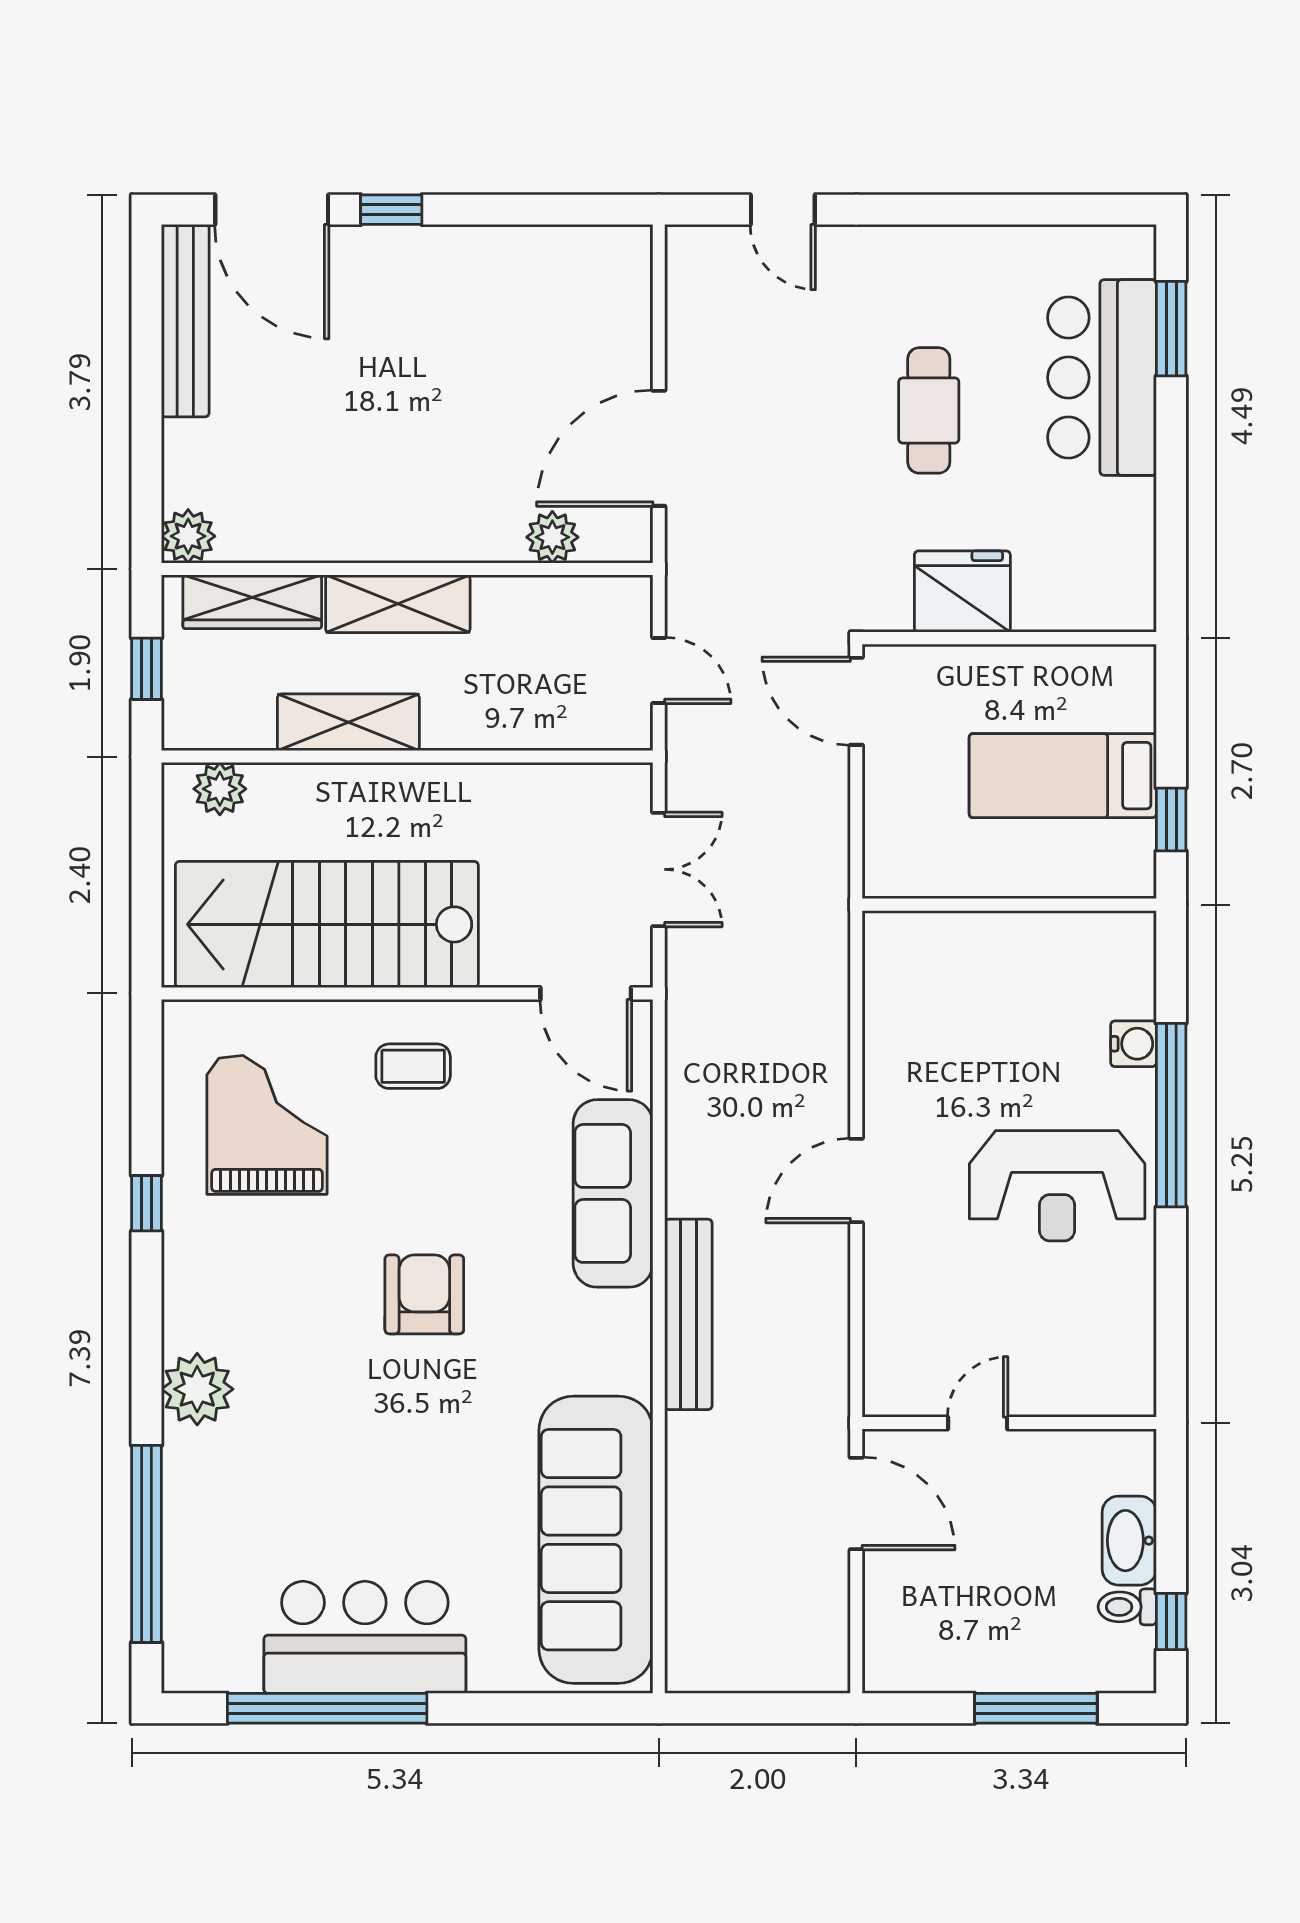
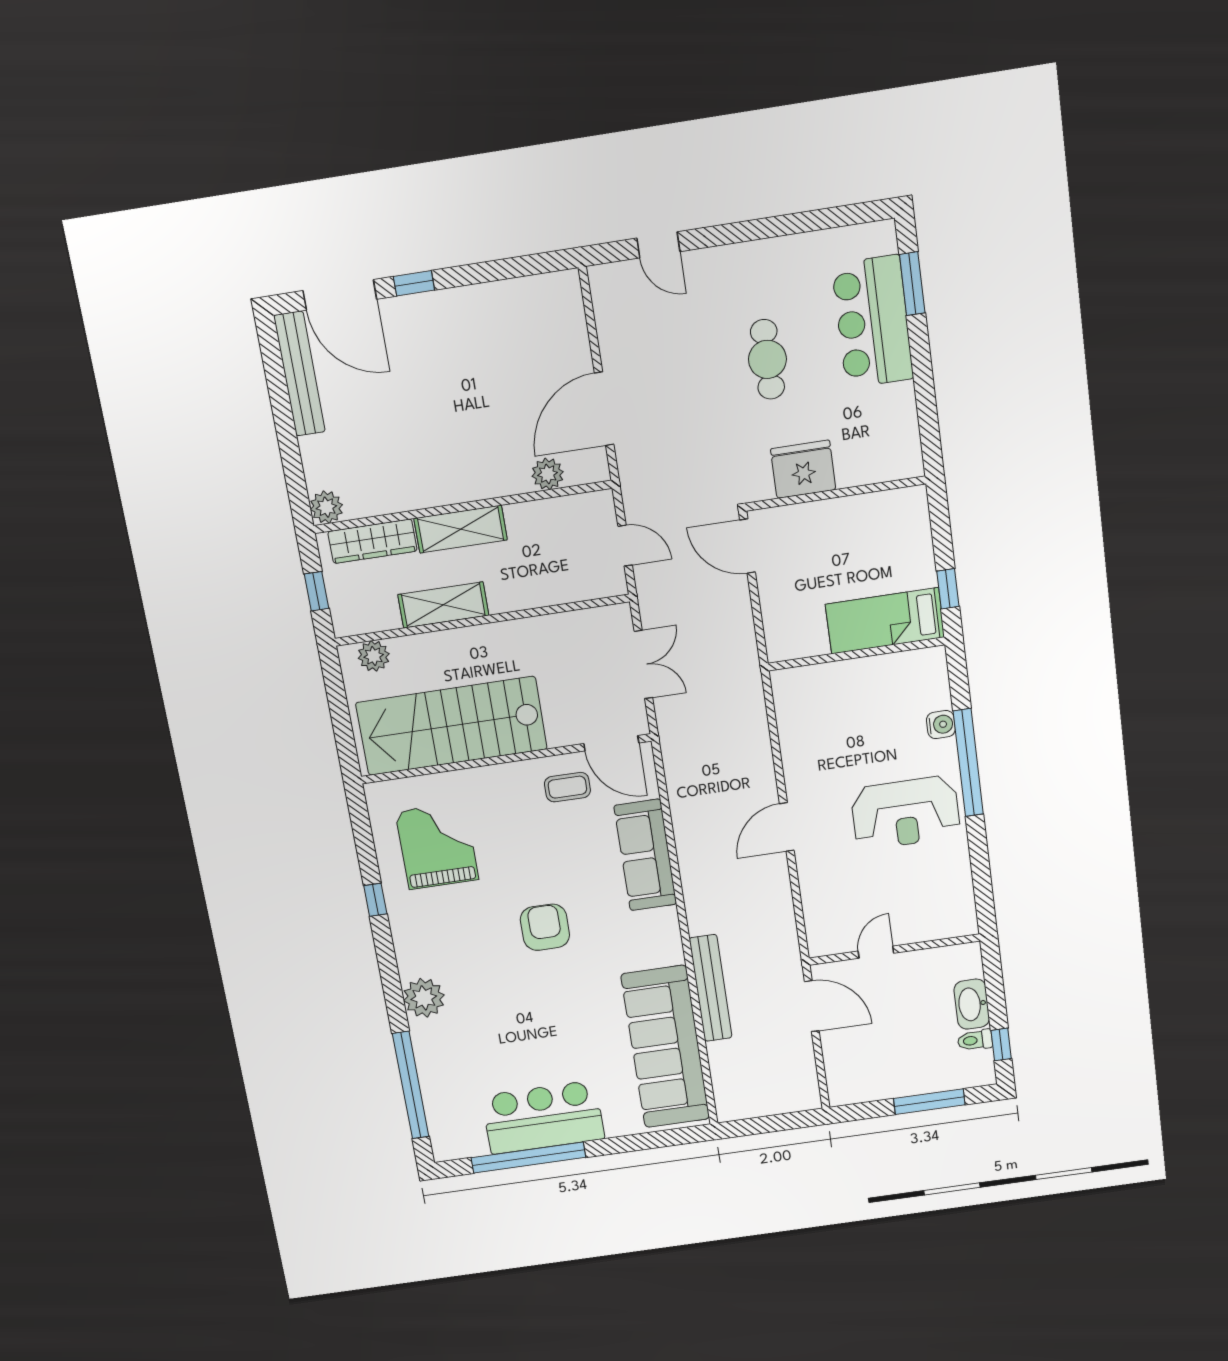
bed: (1063, 776) -> (885, 621), moved
coffee table: (413, 1066) -> (567, 787), moved
bench: (688, 1314) -> (711, 988), moved

